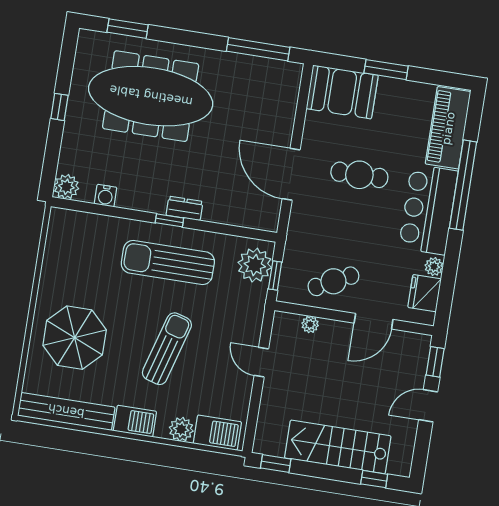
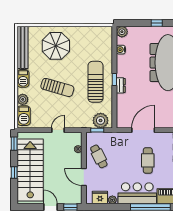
stairs: (338, 447) -> (30, 170), width x1.36, depth x1.51
window: (374, 479) -> (14, 173), moved

